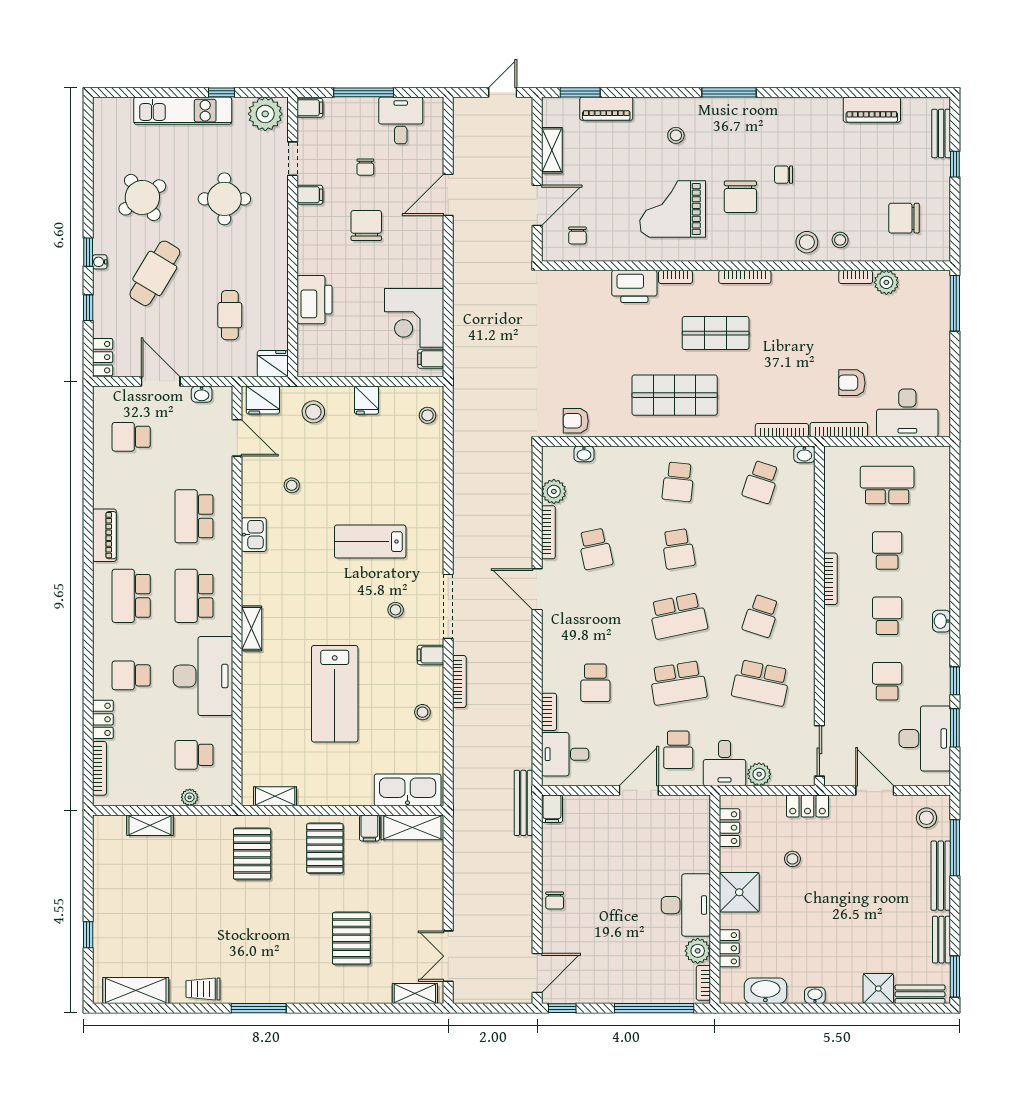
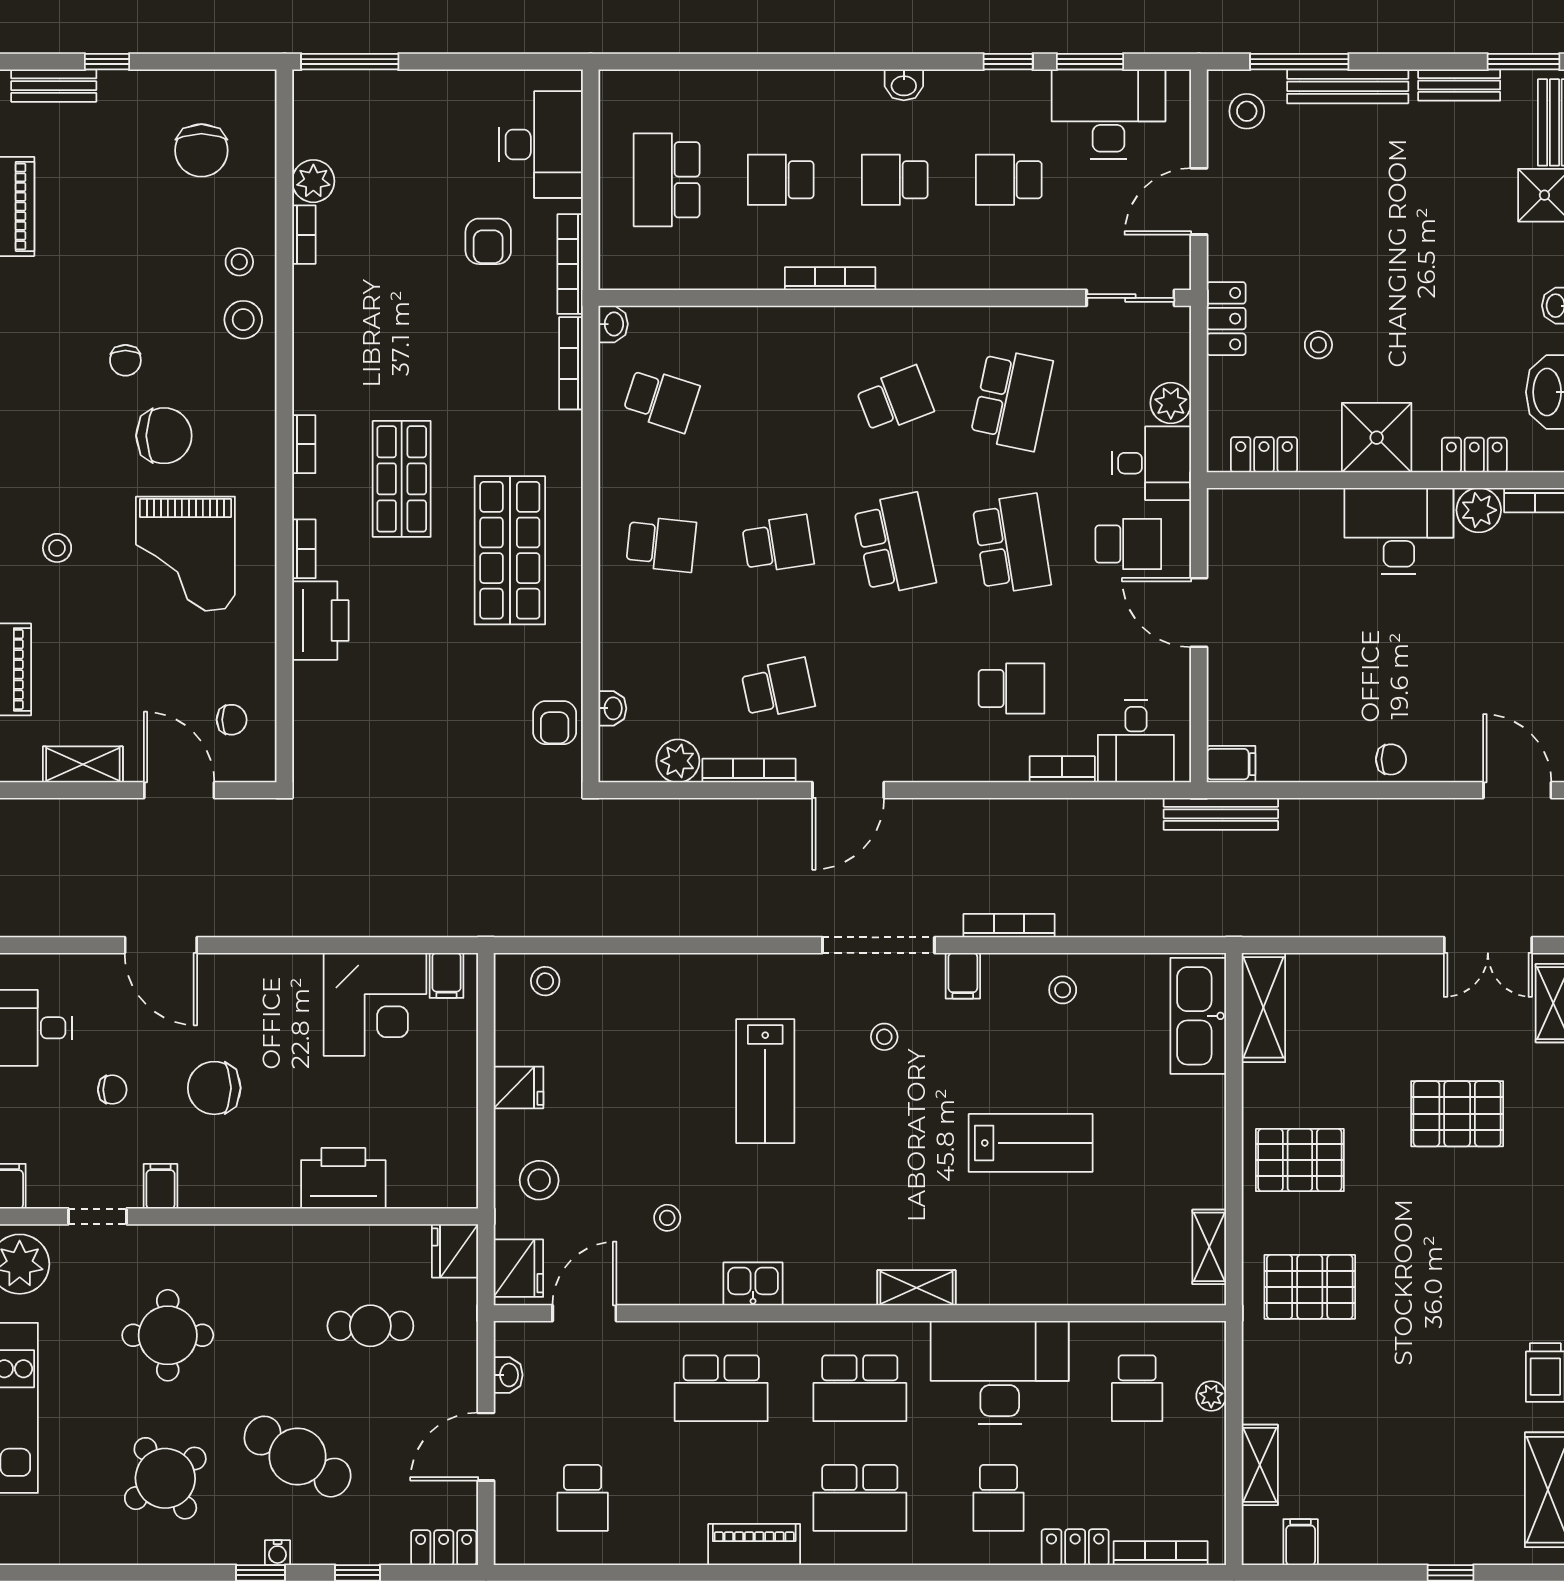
bookcase: (745, 277) -> (304, 444), width x0.64
school desk: (761, 616) -> (895, 400), turned -39
lab bench: (335, 694) -> (1031, 1143), width x0.73, depth x0.72
filing cabinet: (369, 828) -> (1301, 1542), moved, turned -90

